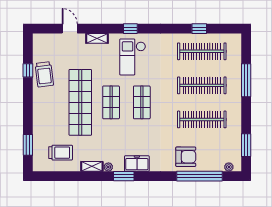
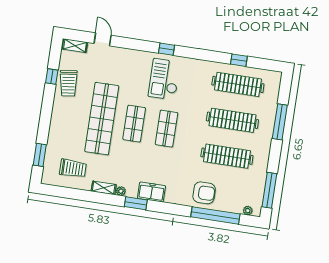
shelving: (97, 38) -> (75, 46), moved
window: (246, 145) -> (269, 190), width x1.44

